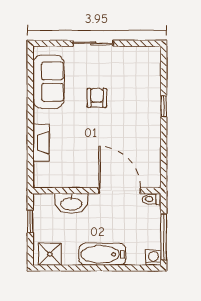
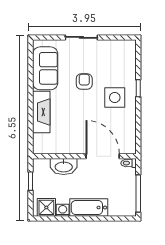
side table: (135, 118) -> (115, 97), added
fireplace: (41, 143) -> (41, 112), width x1.37, depth x1.32
washing machine: (153, 258) -> (63, 210), moved

